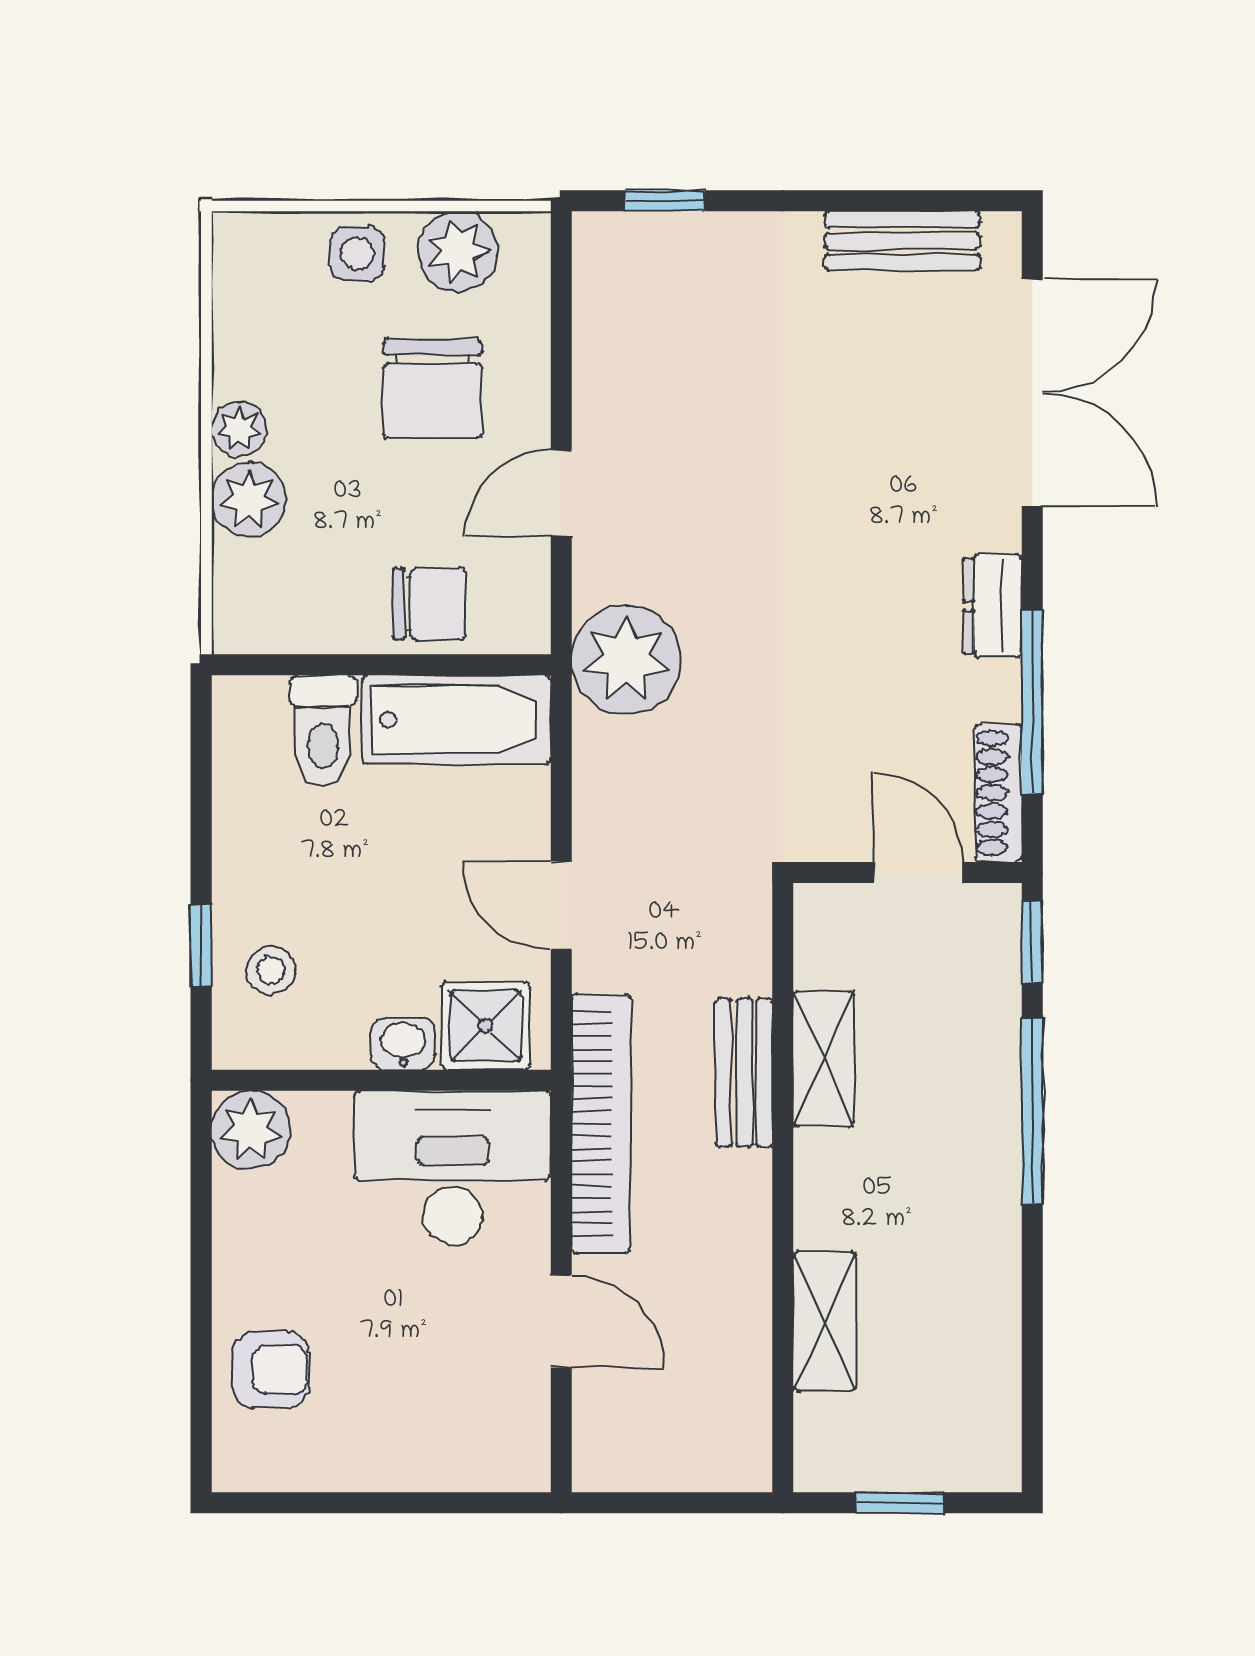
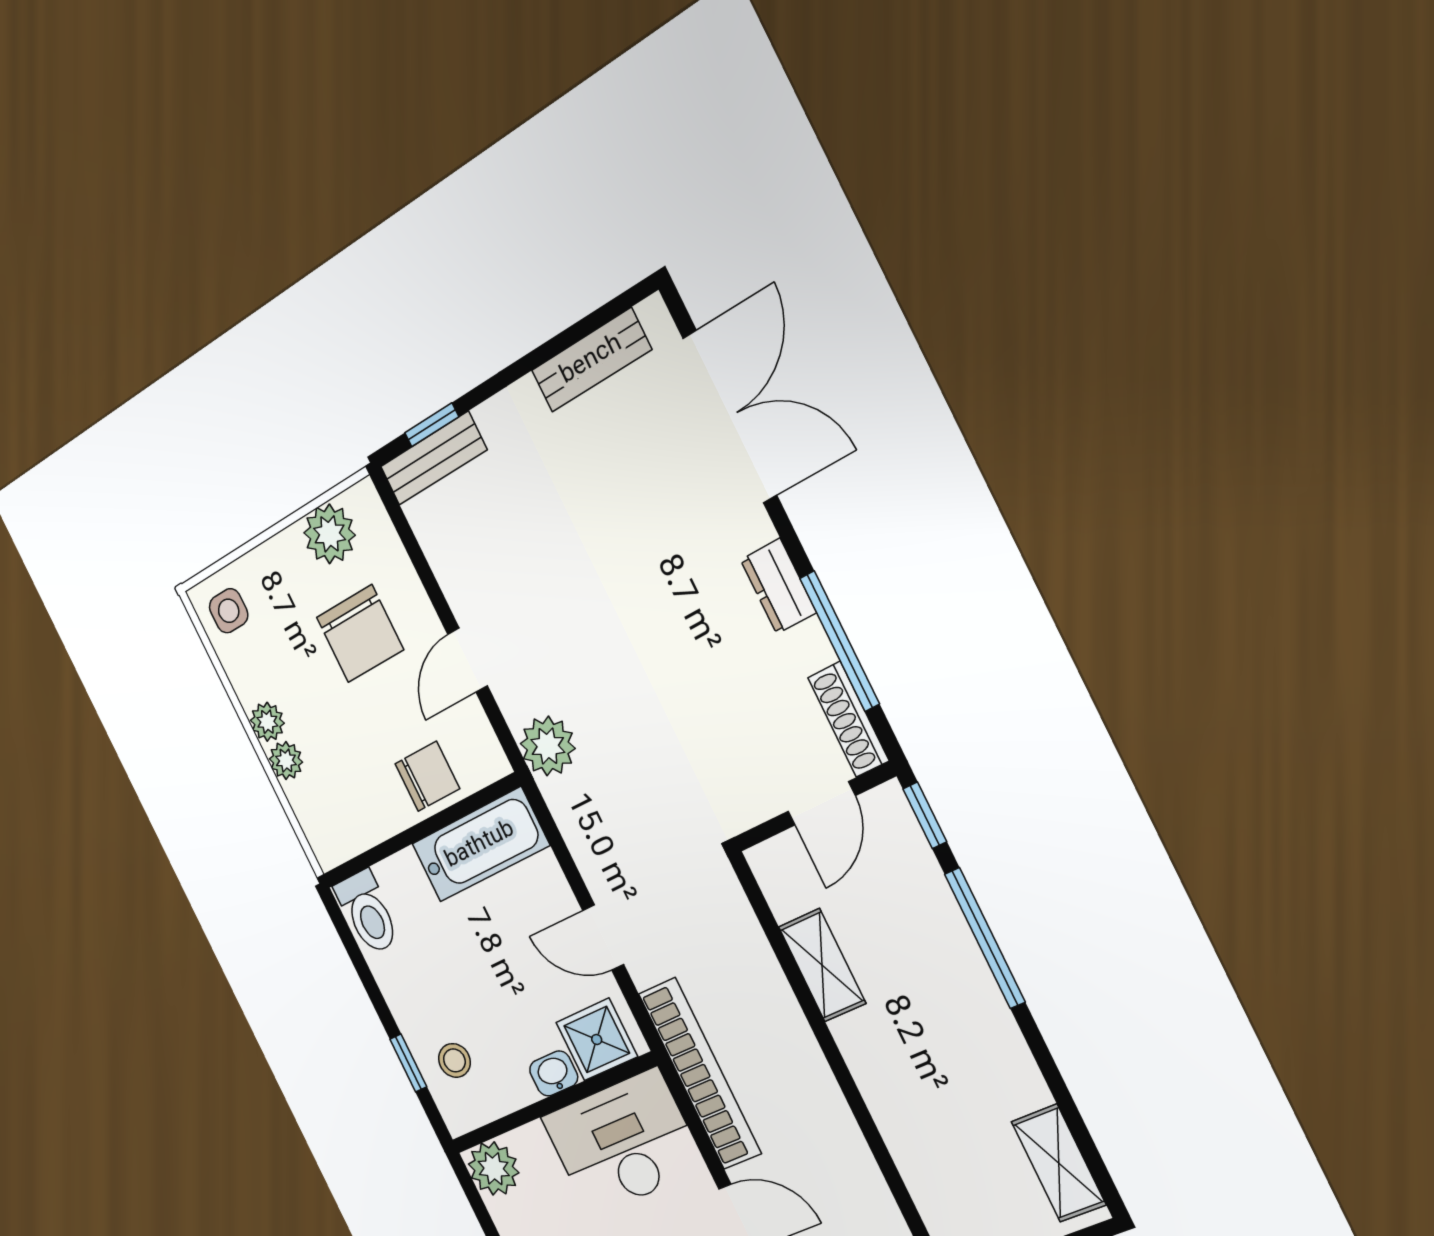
side table: (357, 253) -> (229, 611), moved
plant: (249, 499) -> (286, 760), width x0.73, depth x0.73
plant: (626, 660) -> (548, 746), width x0.73, depth x0.73
toilet: (323, 731) -> (368, 912), moved
door: (918, 873) -> (821, 804), swing flipped
bench: (744, 1072) -> (434, 458), moved, turned 90
shelving: (825, 1322) -> (1059, 1163), moved

